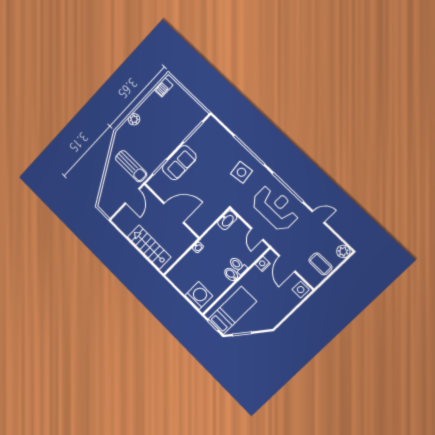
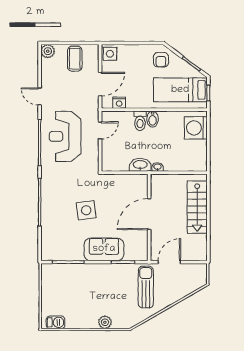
side table: (241, 172) -> (86, 210), moved
door: (174, 213) -> (149, 214), hinge flipped
washbasin: (227, 220) -> (140, 165), moved
armchair: (264, 318) -> (161, 60), added

